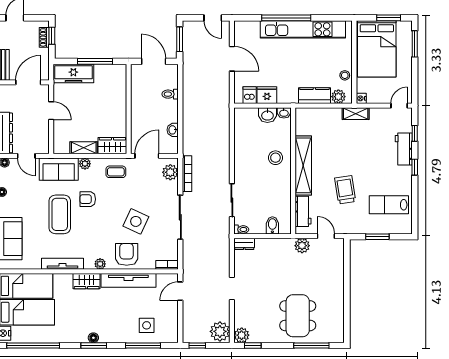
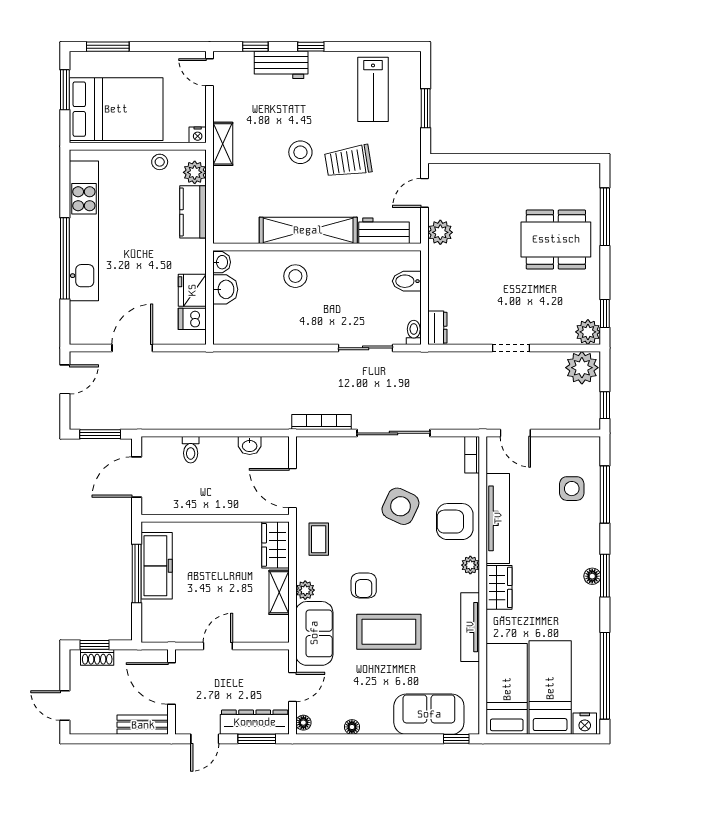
freezer: (73, 74) -> (157, 566), moved
stool: (351, 161) -> (300, 152), added
plant: (170, 172) -> (319, 449), removed

